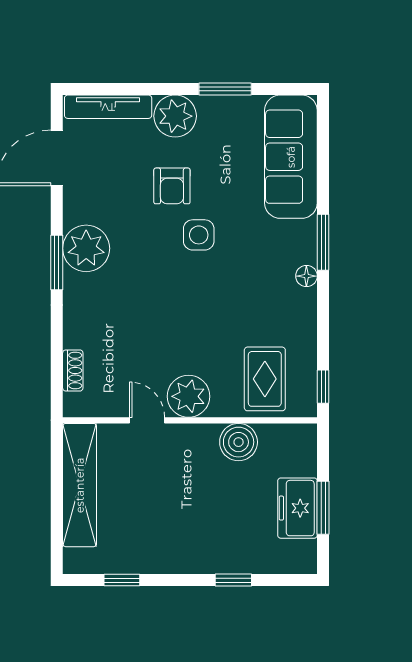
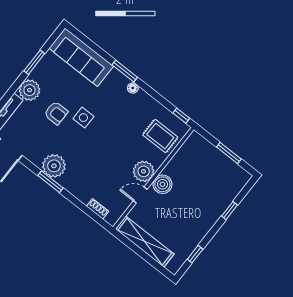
boiler: (239, 442) -> (162, 184), moved
freezer: (297, 508) -> (221, 163), removed

